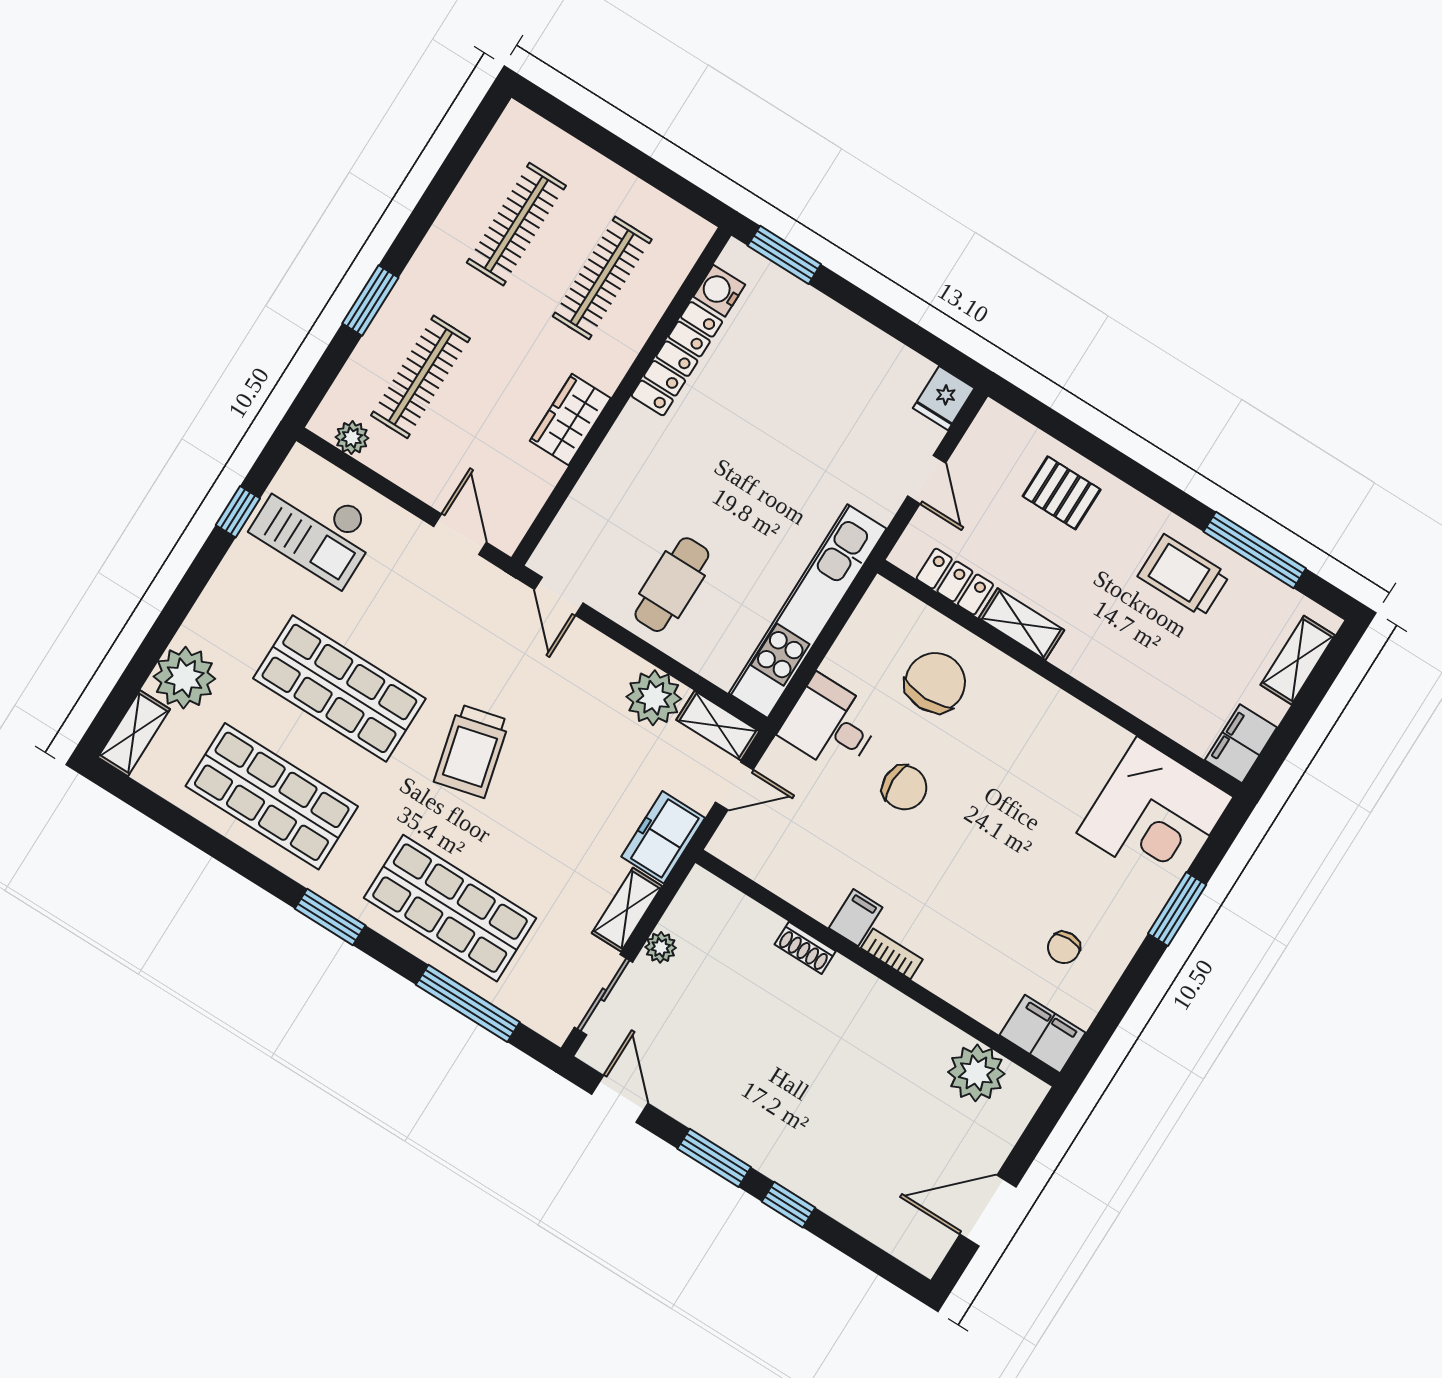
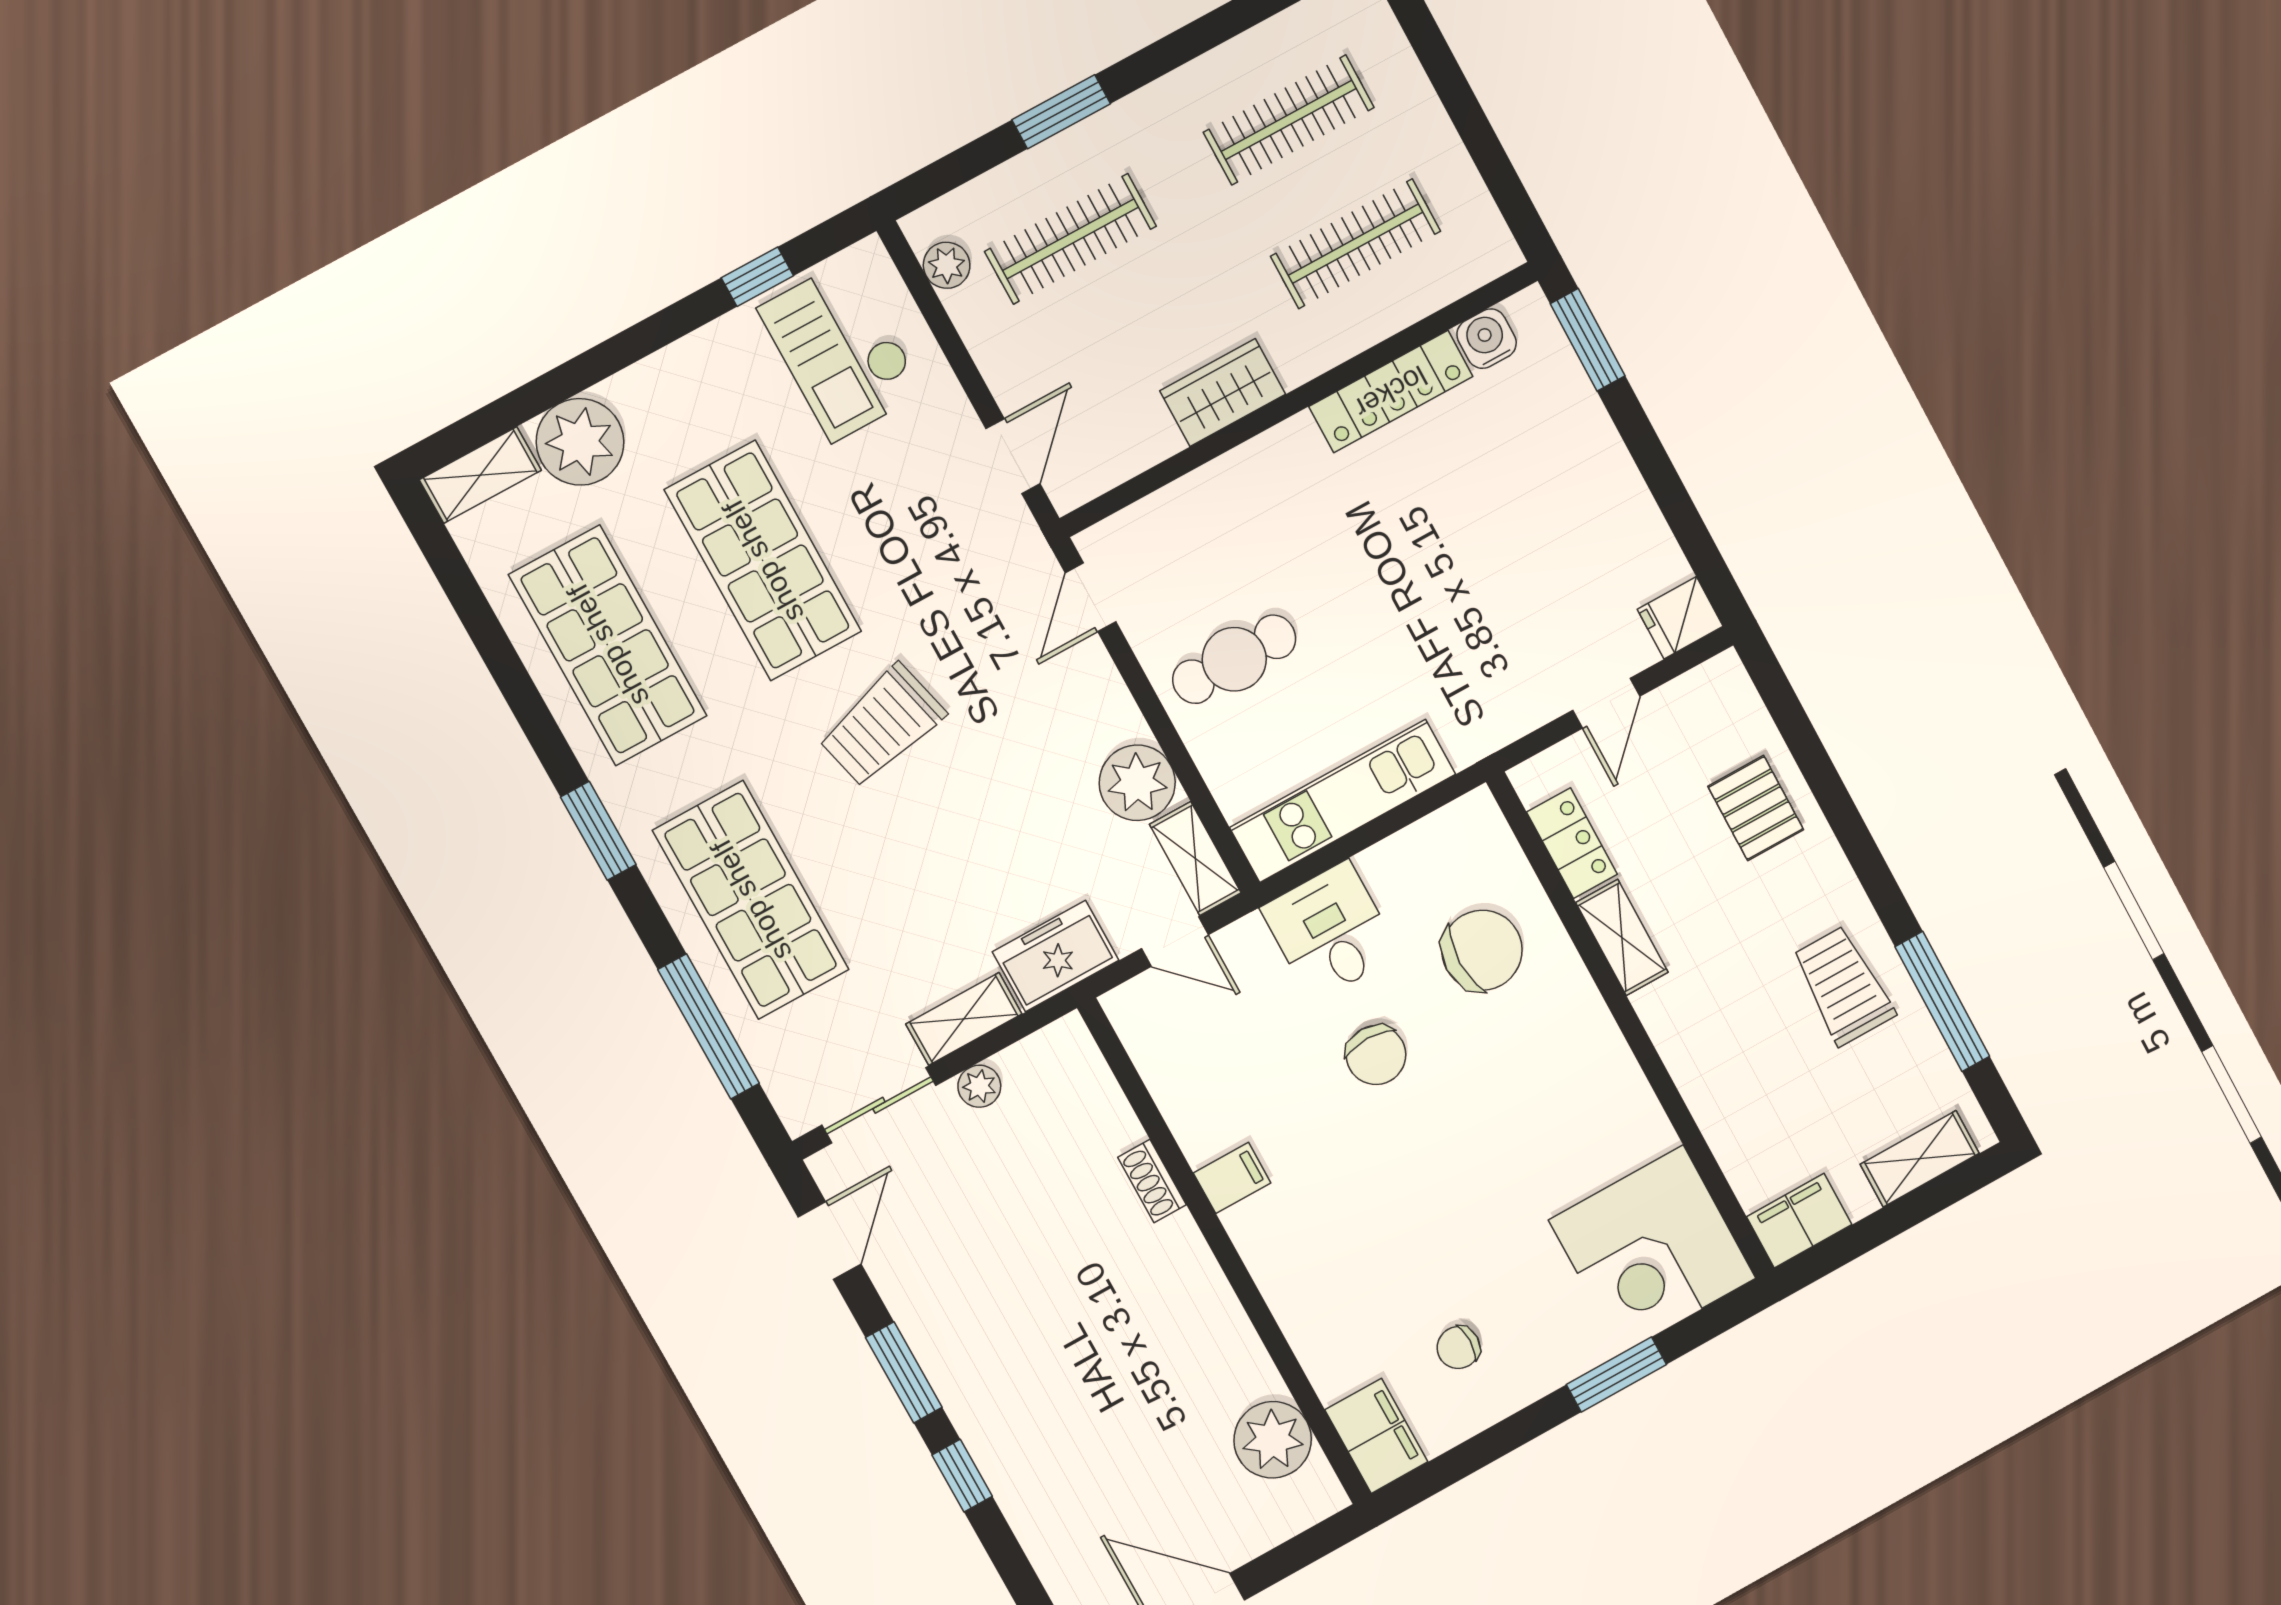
kitchen unit: (808, 611) -> (1343, 801), width x0.73
bookcase: (892, 954) -> (1251, 1244), removed

